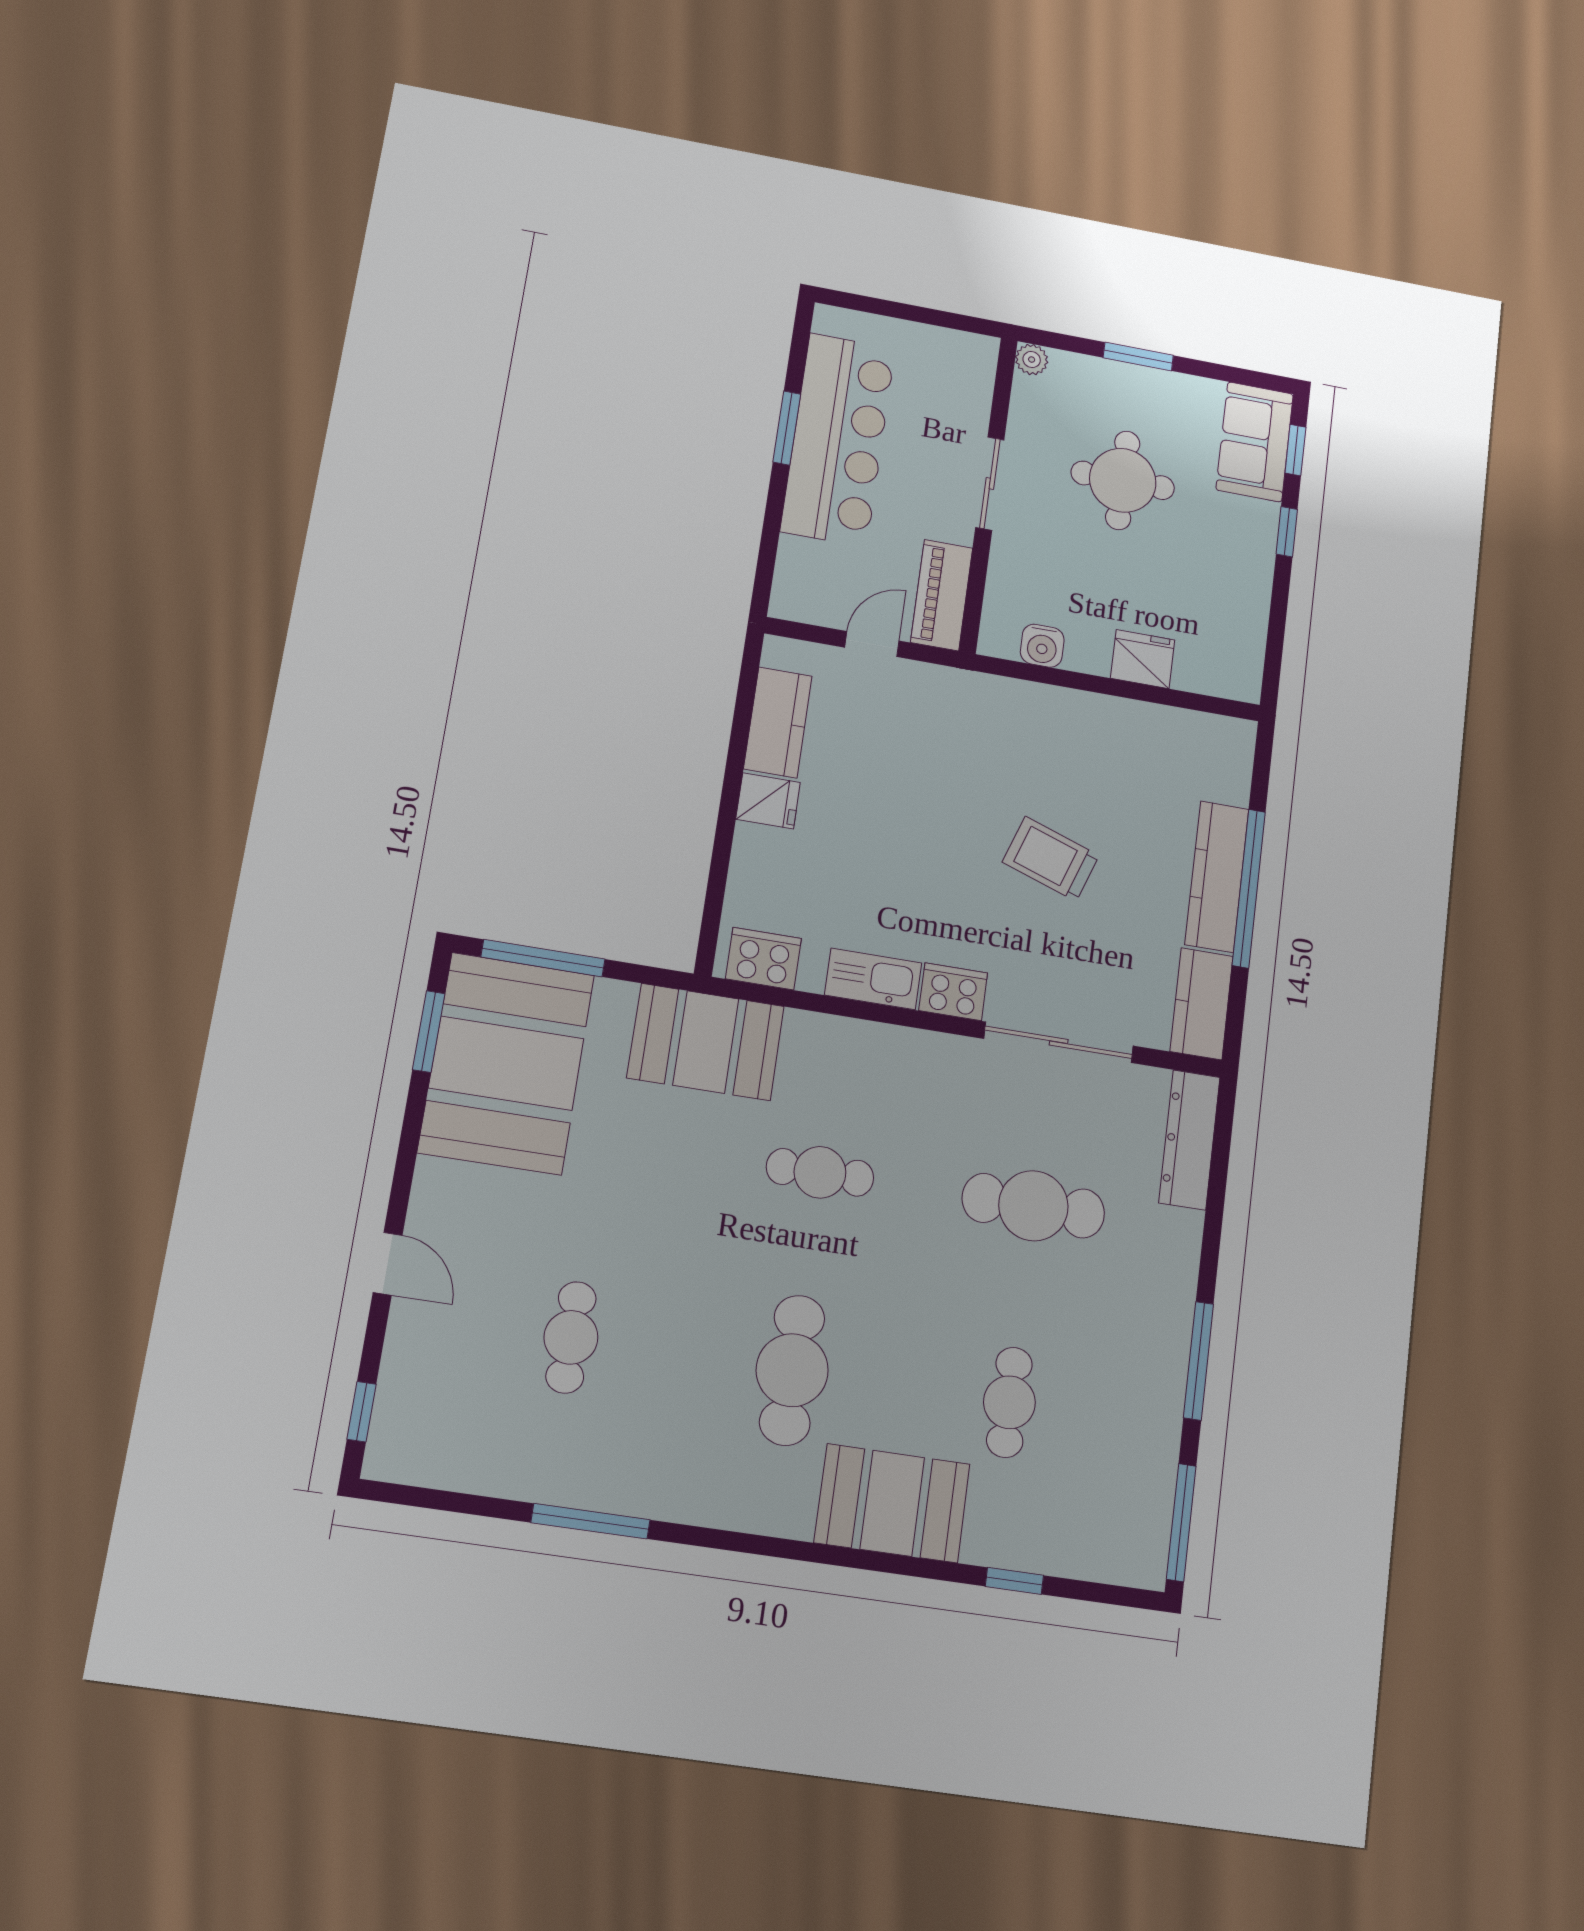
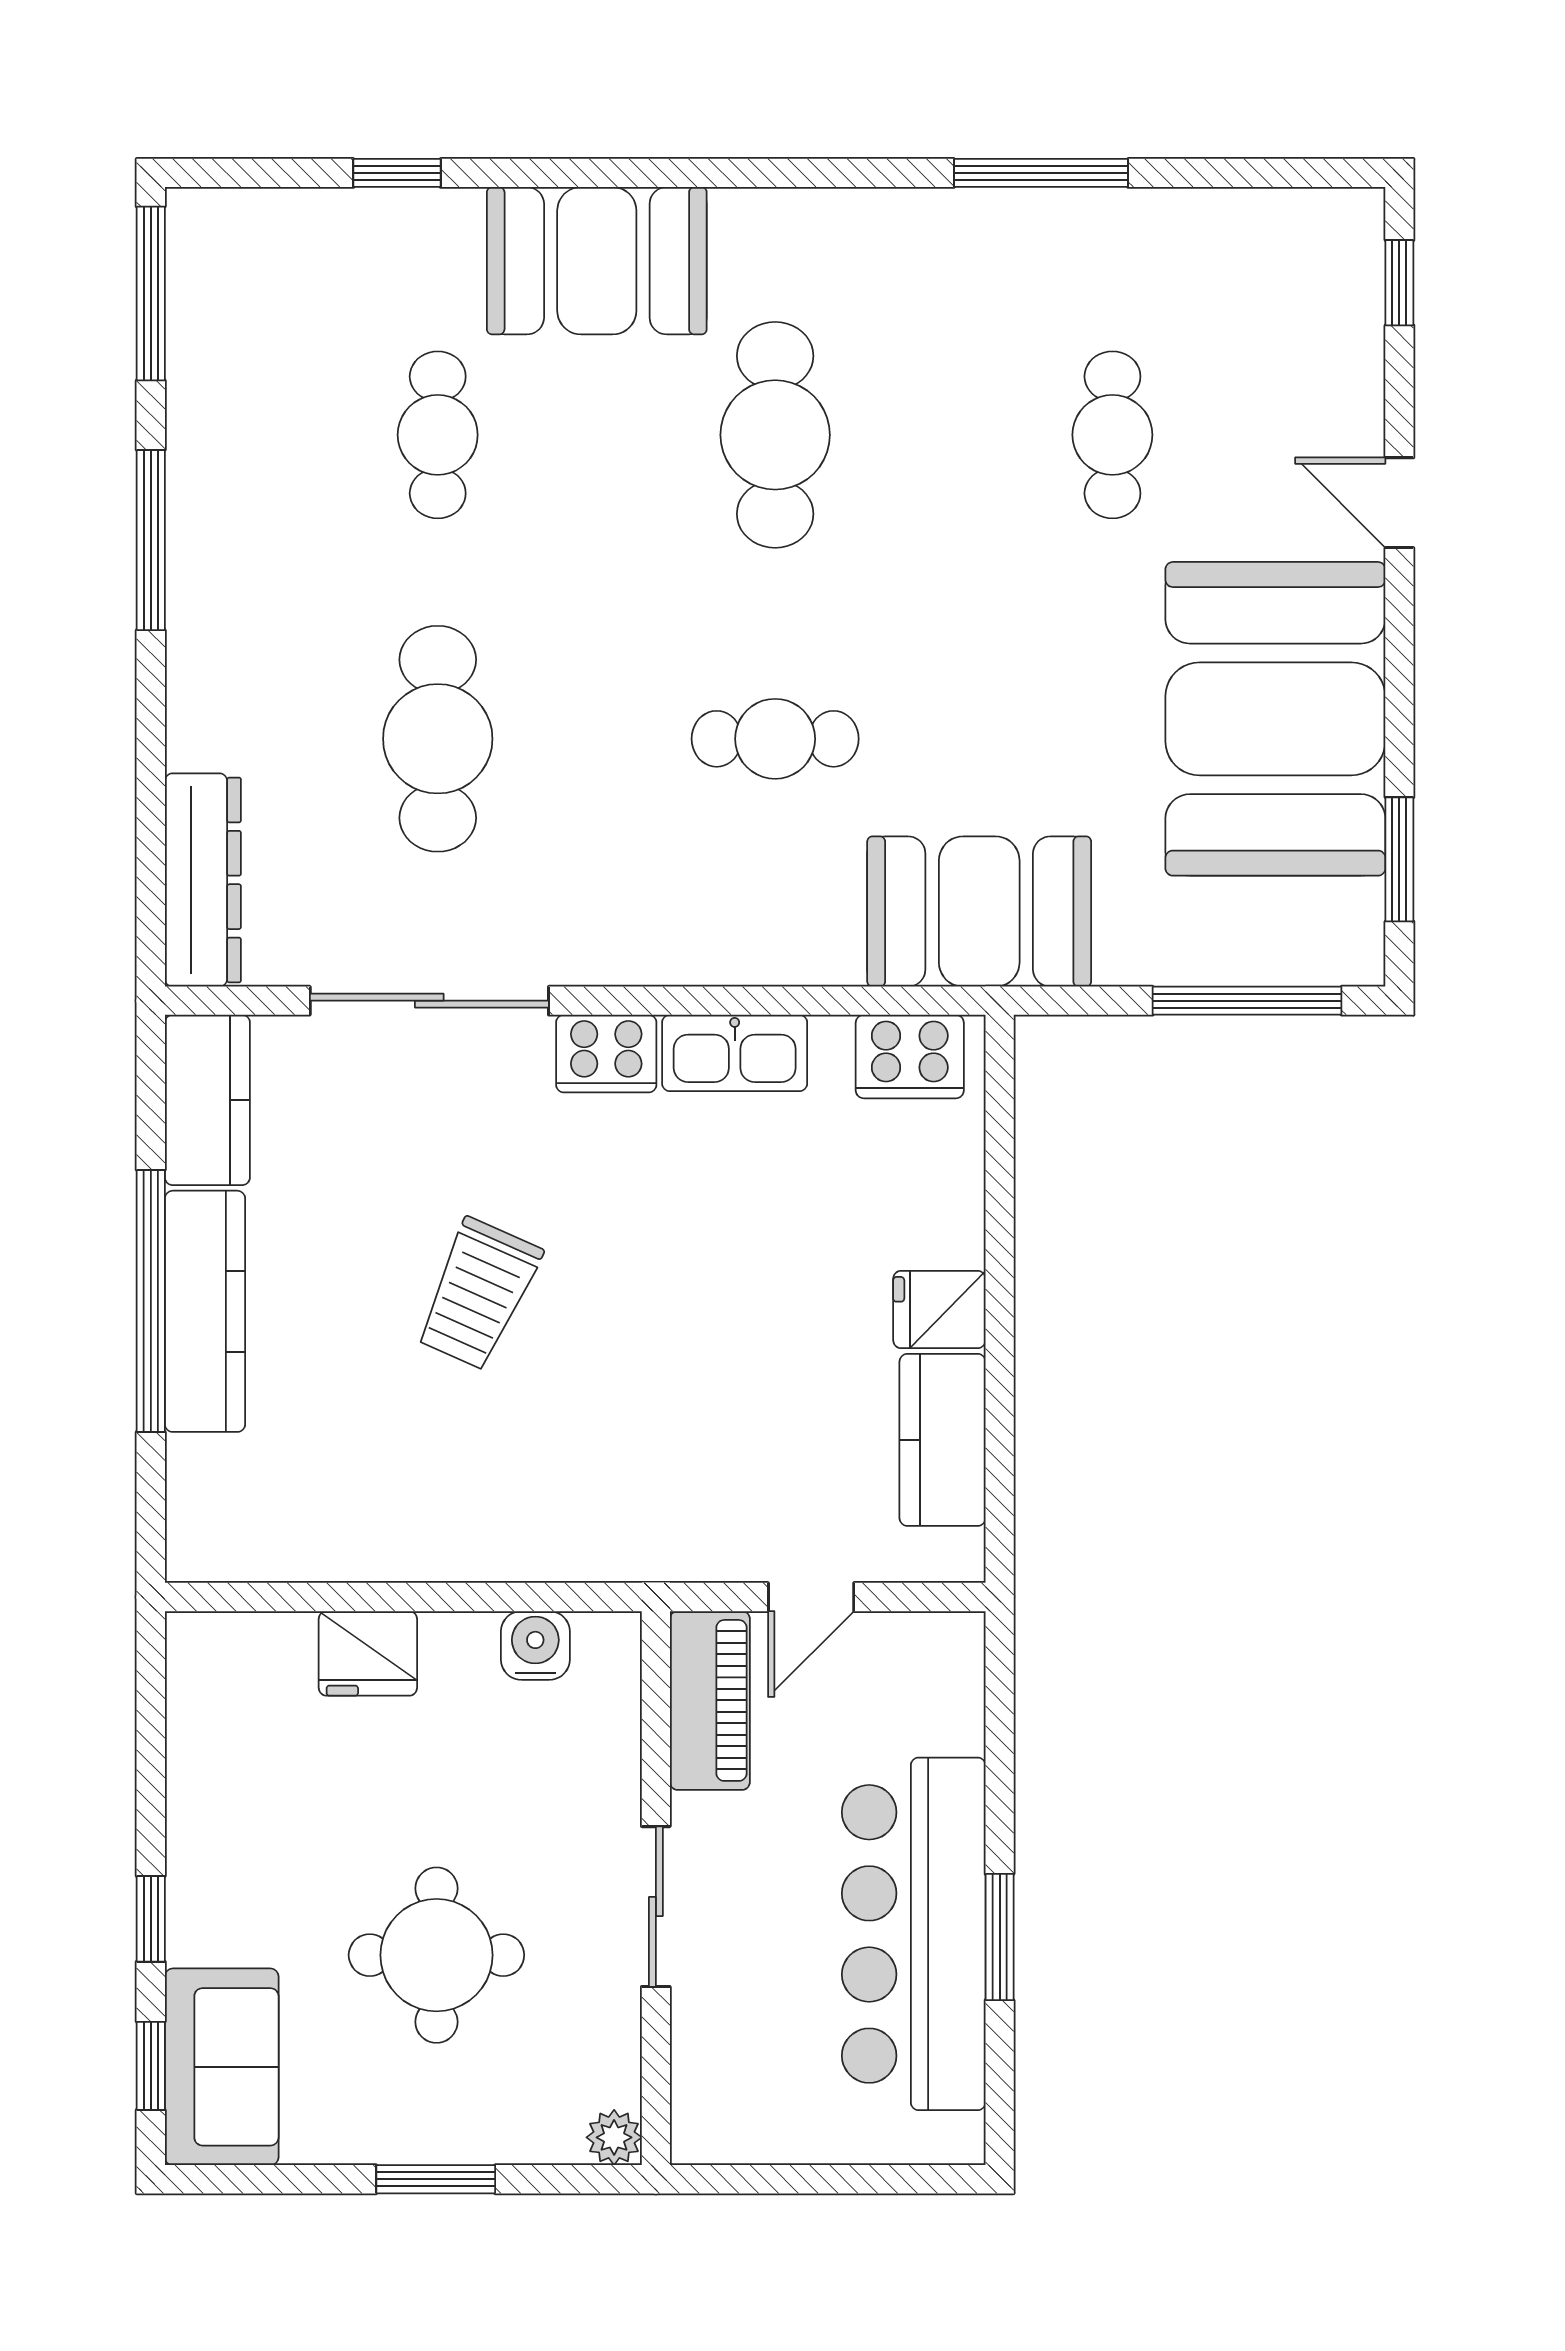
trolley: (1051, 859) -> (478, 1294), turned 95
booth: (506, 1063) -> (1275, 719), moved
cafe table: (1033, 1206) -> (438, 739), turned 90

